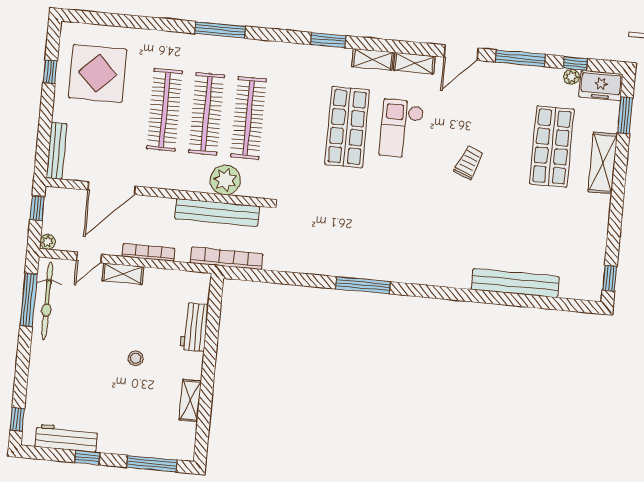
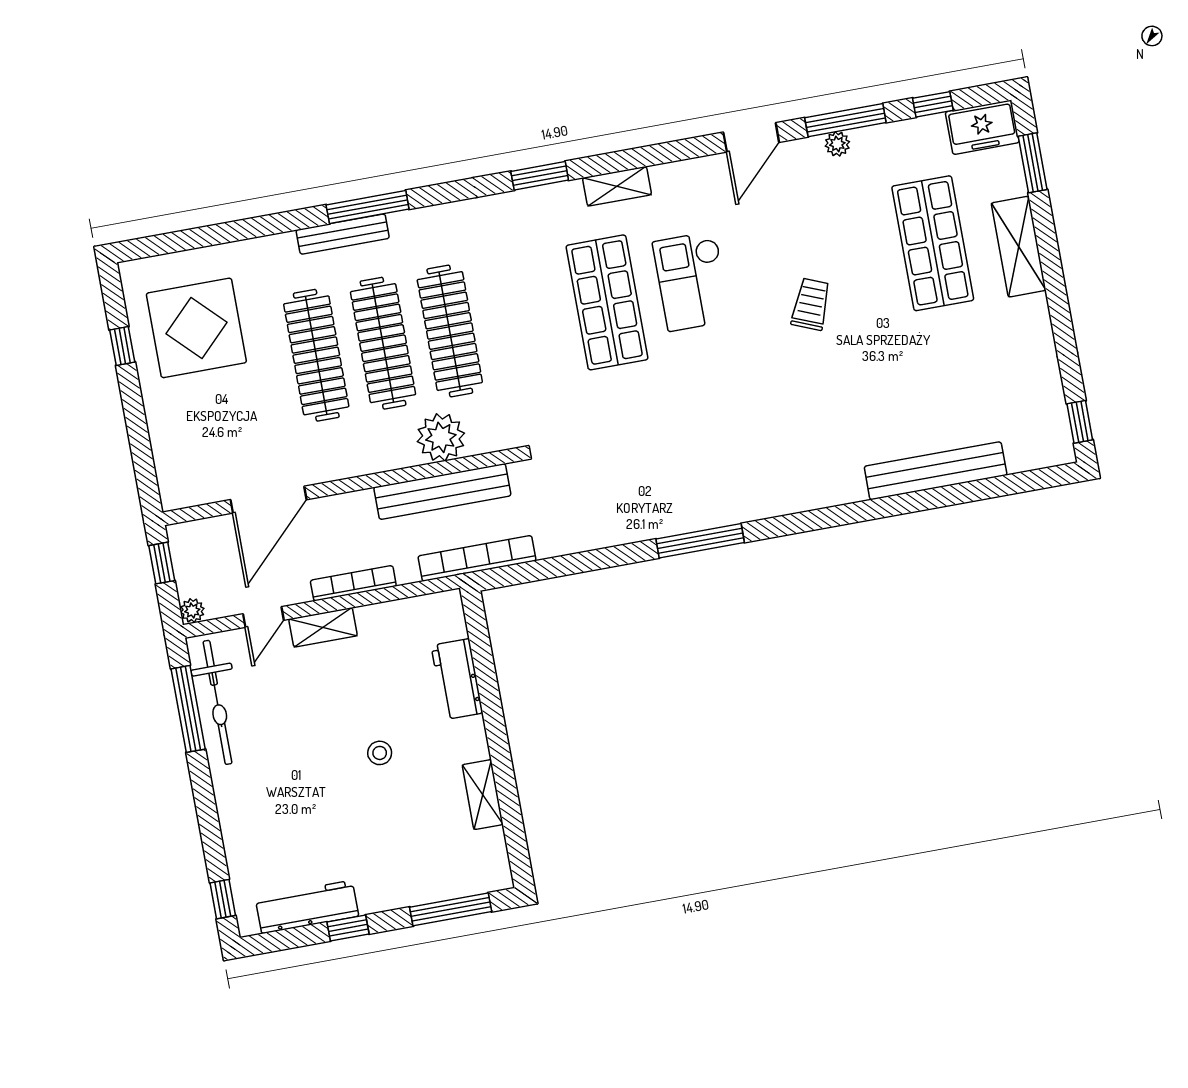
shelving: (414, 63) -> (683, 174), removed
plant: (571, 77) -> (837, 144), moved
bench: (57, 151) -> (343, 234), moved, turned 90

